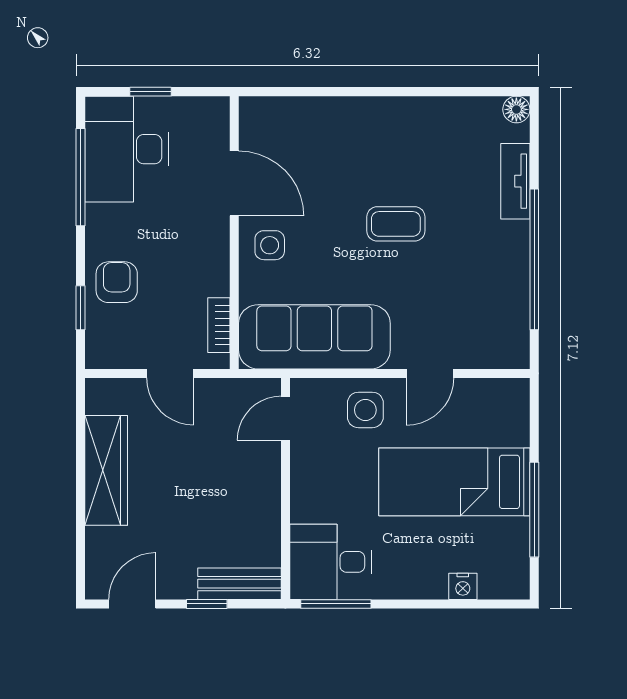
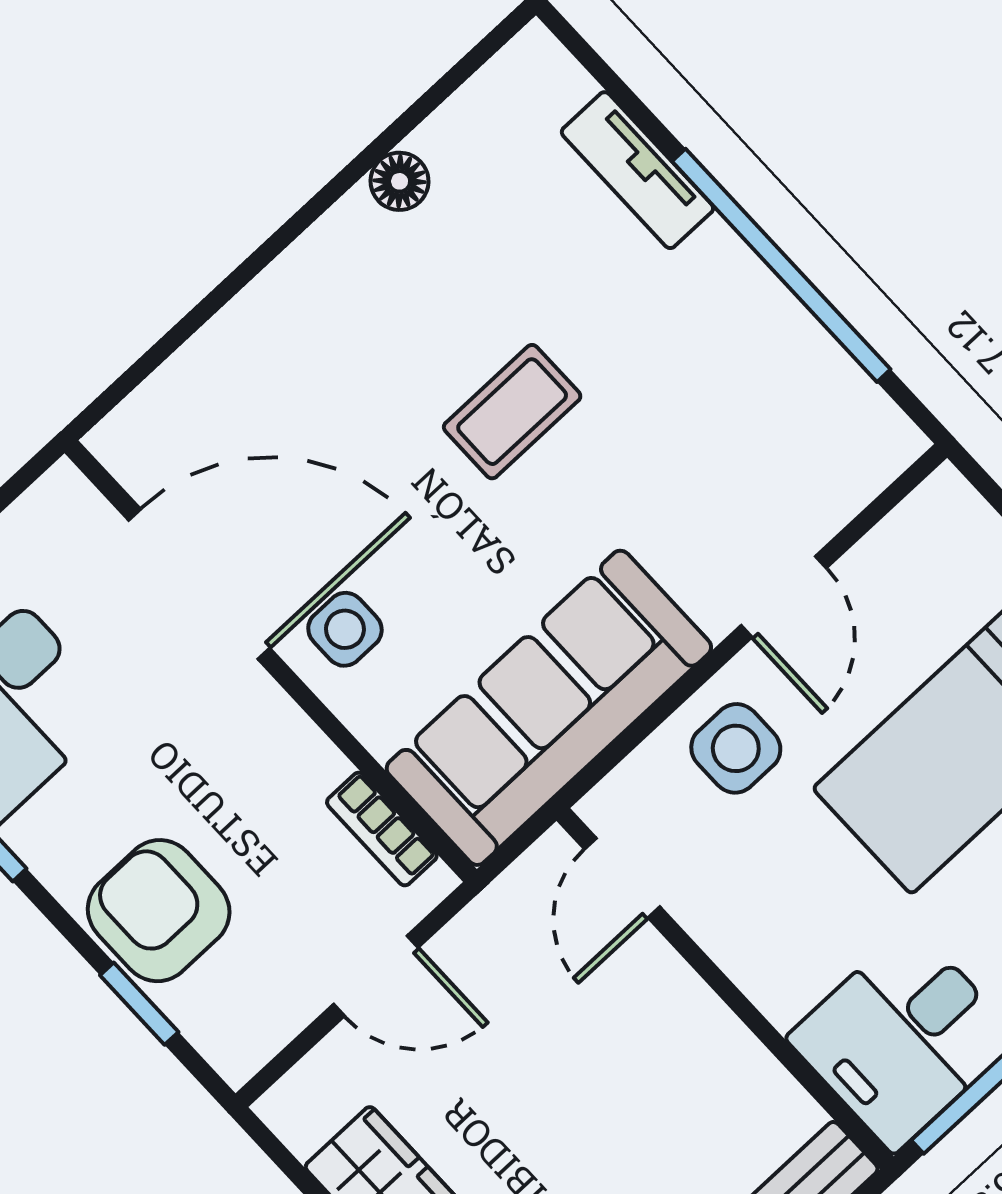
floor lamp: (516, 109) -> (400, 181), moved
door: (234, 183) -> (199, 584), width x1.36
armchair: (117, 282) -> (159, 911), width x1.38, depth x1.38

